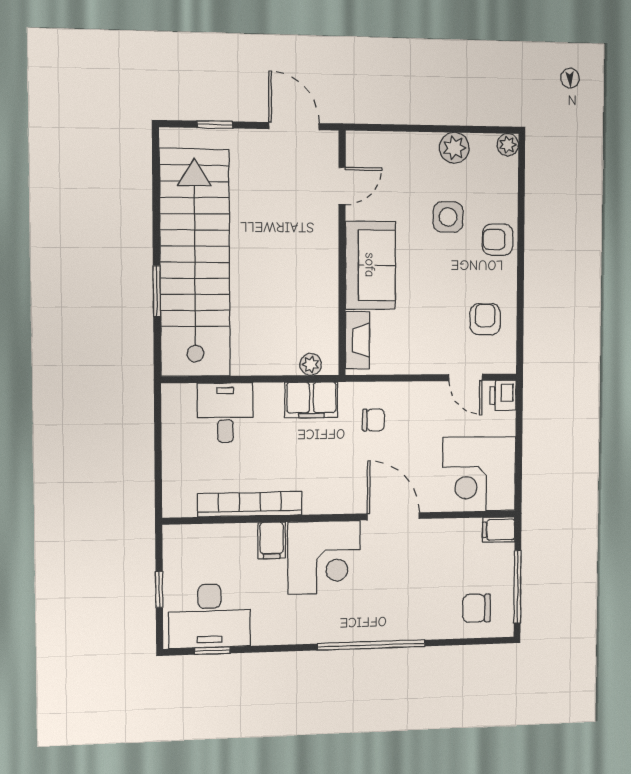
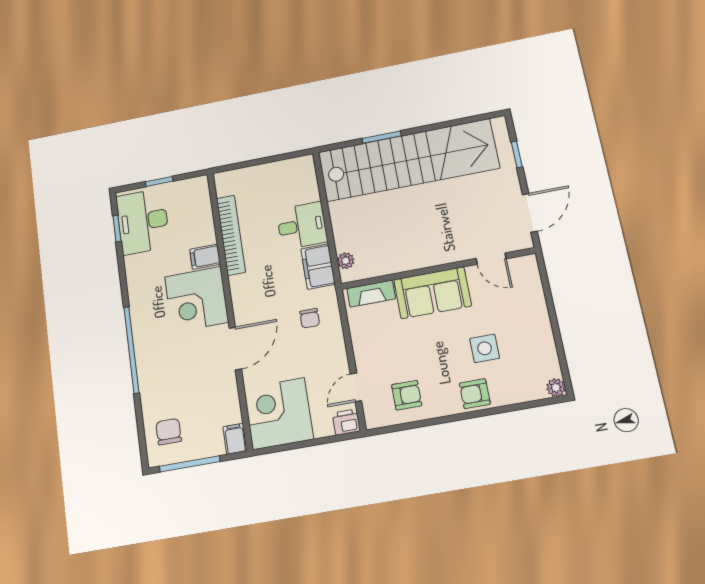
plant: (454, 148) -> (543, 343), removed
armchair: (498, 240) -> (475, 394), turned -90
desk: (225, 413) -> (302, 226), moved

